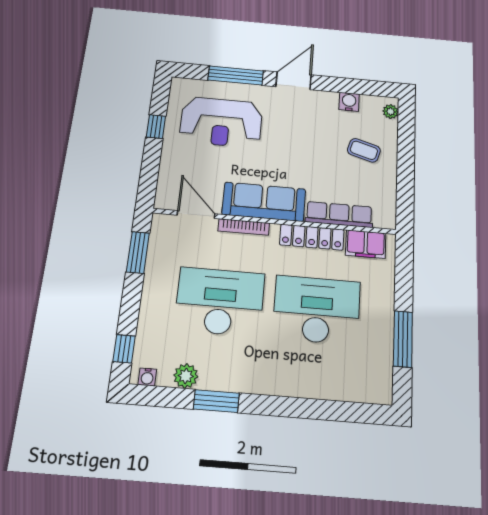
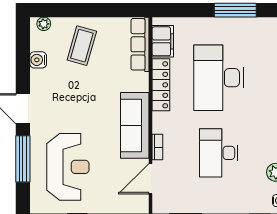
coffee table: (364, 150) -> (82, 46), width x1.36, depth x1.30
row of seats: (339, 214) -> (140, 44), moved
bookcase: (244, 227) -> (157, 147), width x0.64
desk: (220, 302) -> (219, 153), width x0.73, depth x0.77

